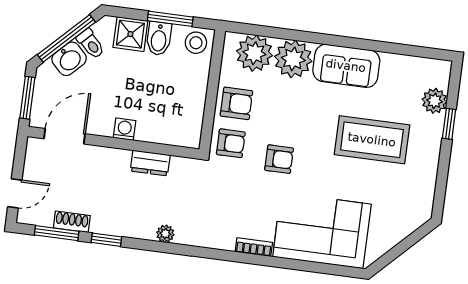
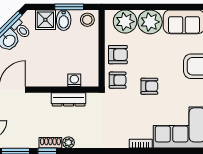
washing machine: (124, 129) -> (74, 80), moved
dresser: (150, 163) -> (69, 99), width x1.44
shoe rack: (72, 222) -> (50, 143), moved
plant: (165, 234) -> (68, 143), moved

